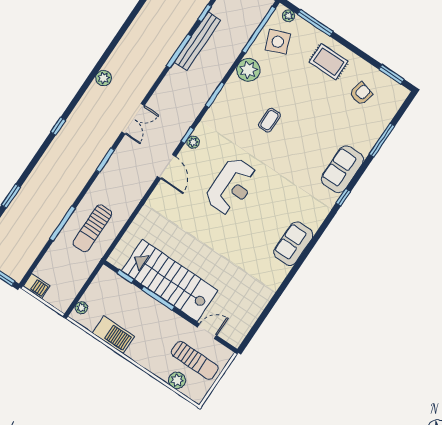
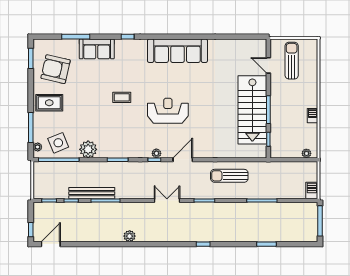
rug: (329, 62) -> (49, 103), turned 90
plant: (104, 78) -> (130, 236), moved
armchair: (361, 94) -> (56, 69), width x1.88, depth x1.88
coffee table: (270, 120) -> (122, 97), moved
sofa: (342, 169) -> (97, 49), moved
sun lounger: (92, 228) -> (229, 176), moved, turned 180
sofa: (293, 244) -> (177, 51), width x1.85, depth x1.27
barbecue: (113, 335) -> (313, 116), width x0.53, depth x0.65
plant: (177, 380) -> (311, 63), removed

